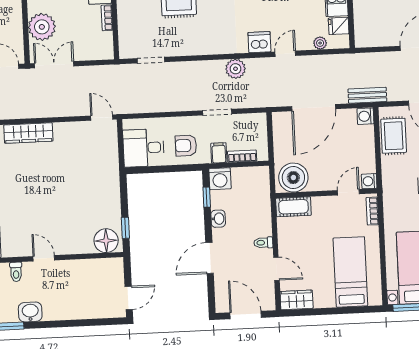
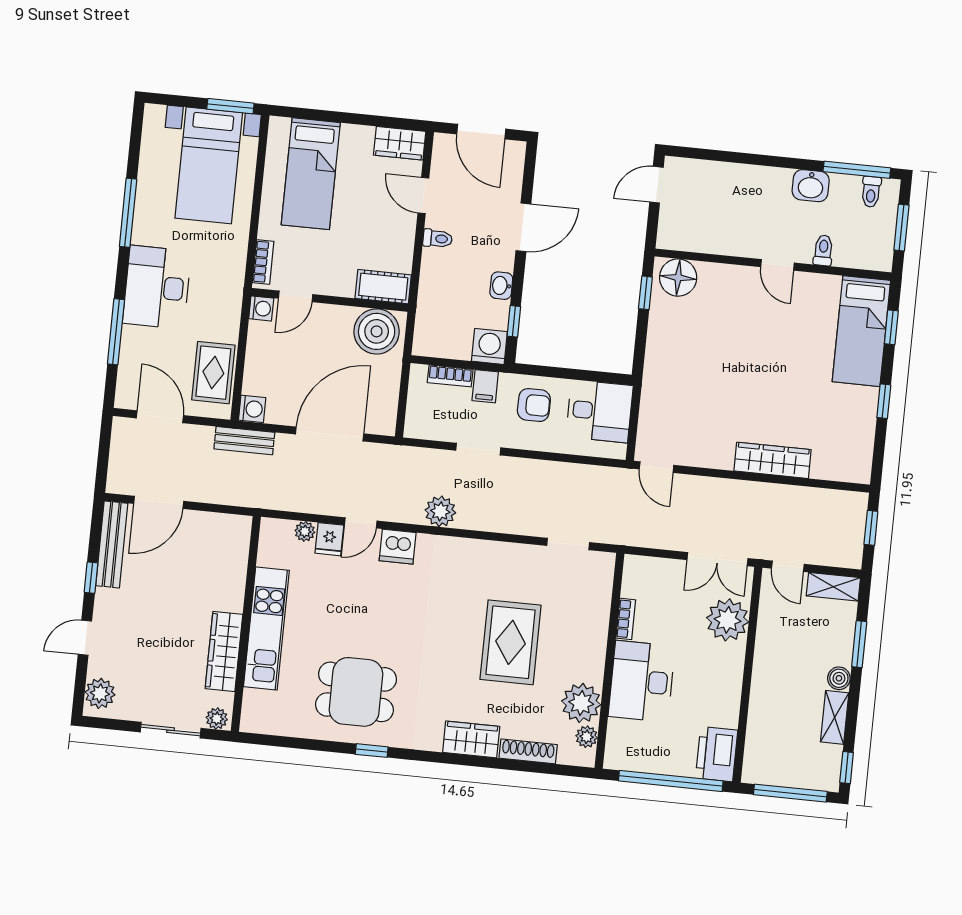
fridge: (339, 26) -> (329, 539), moved, turned 90

